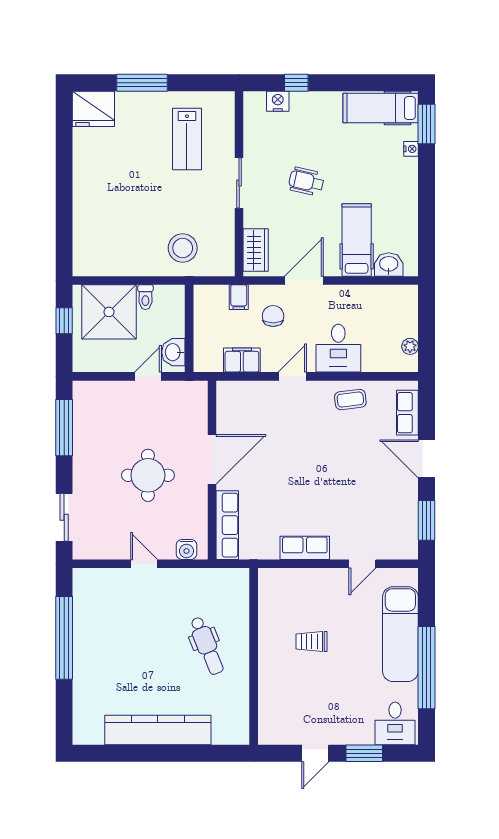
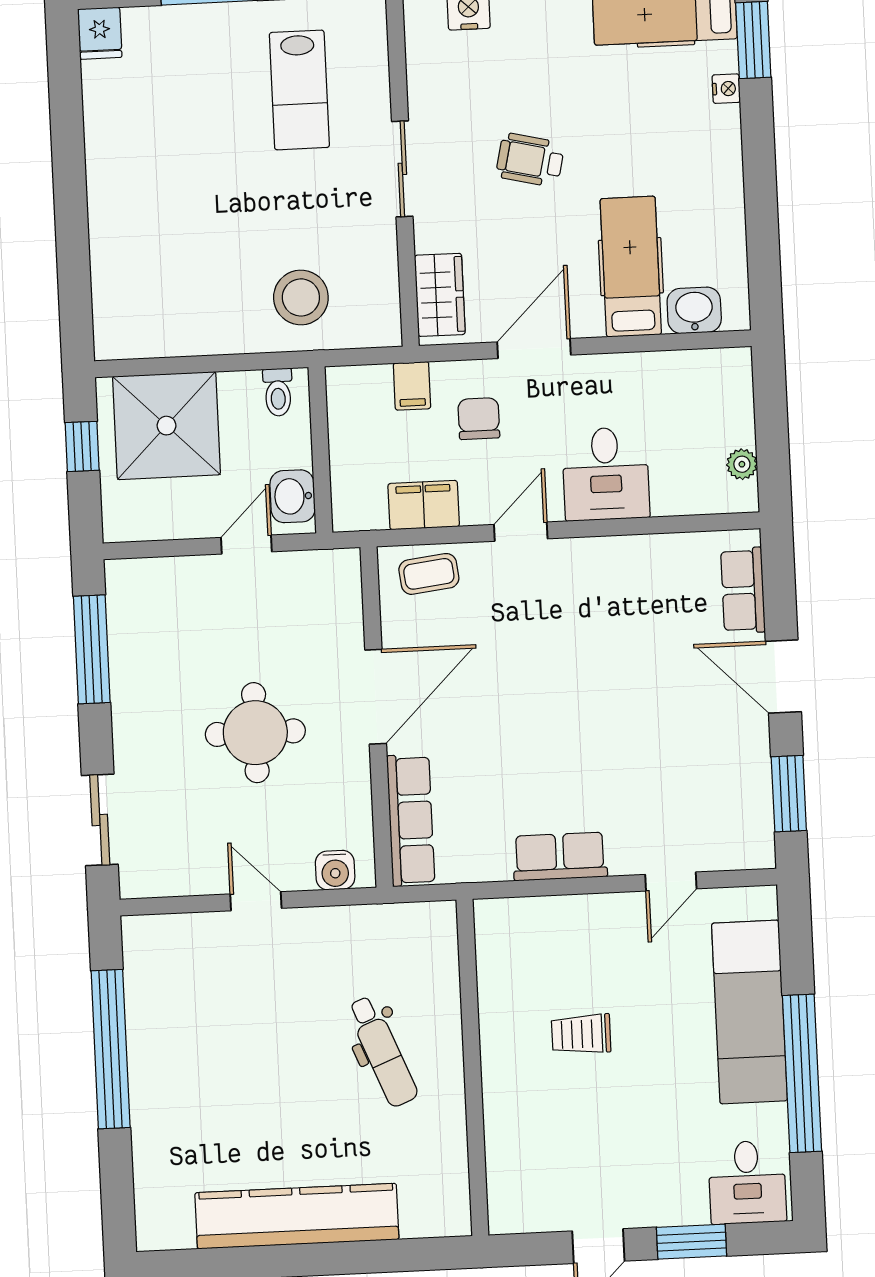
fridge: (93, 109) -> (100, 33), width x0.53, depth x0.75
toilet: (145, 297) -> (278, 392), moved
coffee table: (350, 400) -> (429, 574), moved

